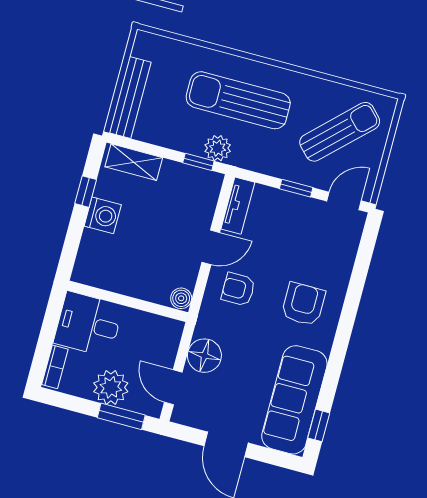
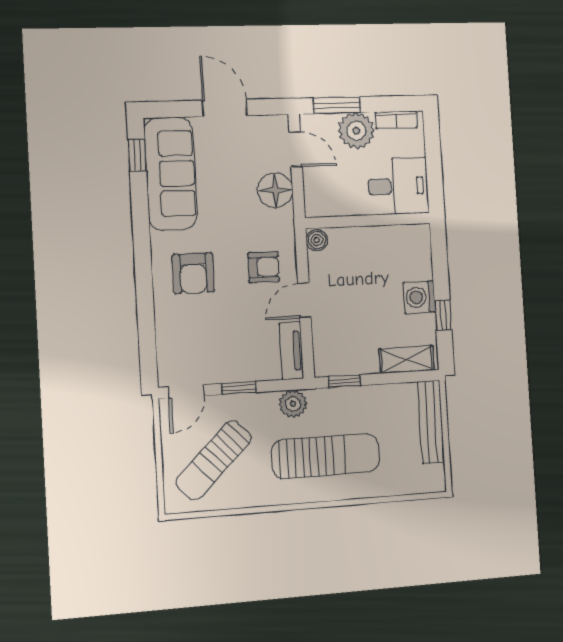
plant: (218, 148) -> (293, 404), moved
bookcase: (55, 367) -> (396, 120), moved, turned -90

